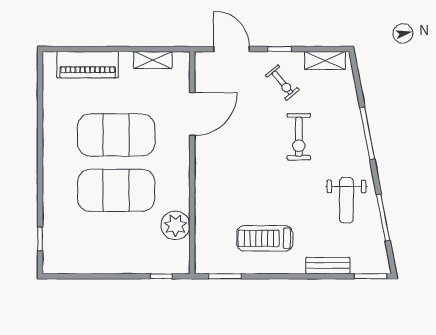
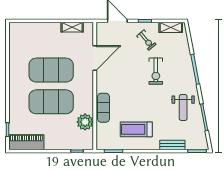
piano: (88, 65) -> (26, 142), moved, turned 180
exercise mat: (208, 201) -> (103, 108), added

